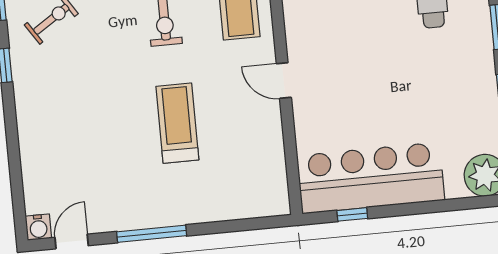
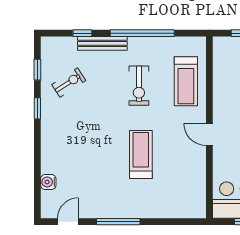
water cooler: (38, 227) -> (48, 182), moved, turned 90

